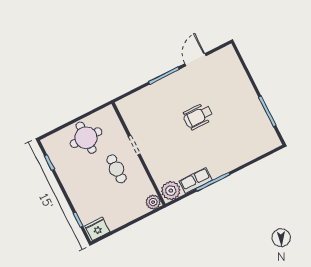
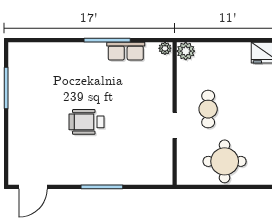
door: (195, 60) -> (33, 187), moved
wheelchair: (198, 116) -> (87, 122), turned 180
plant: (171, 191) -> (165, 48), width x0.53, depth x0.53

